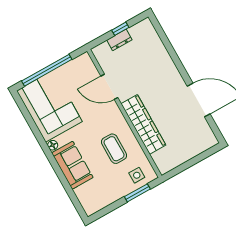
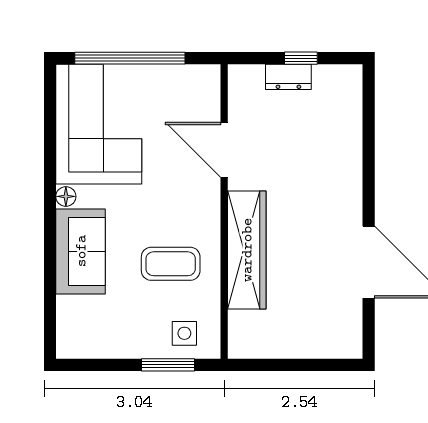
coffee table: (114, 149) -> (171, 264), turned 90

